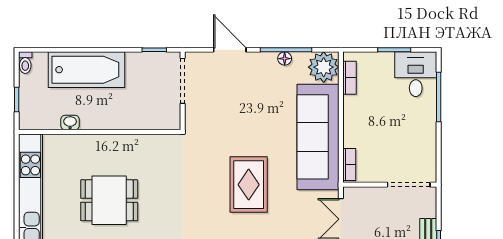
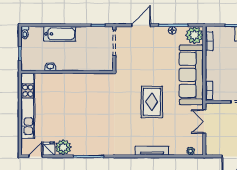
door: (230, 50) -> (141, 25), hinge flipped
bathtub: (87, 70) -> (60, 34), width x0.73, depth x0.73
dining table: (109, 200) -> (73, 111), removed

